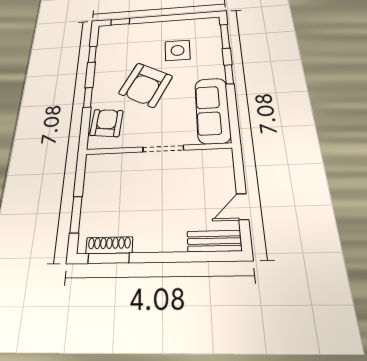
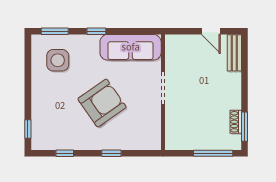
side table: (177, 50) -> (58, 60), moved
armchair: (146, 85) -> (102, 103), turned -63
armchair: (107, 123) -> (137, 135), removed
window: (76, 215) -> (213, 153), width x1.44
shoe rack: (109, 245) -> (236, 122), width x0.70

